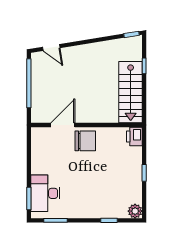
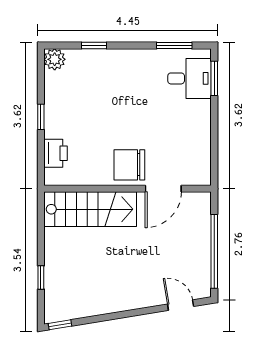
stairs: (131, 92) -> (90, 209), moved, turned 90
printer: (134, 136) -> (56, 153), moved
desk: (45, 193) -> (190, 78), width x0.73

